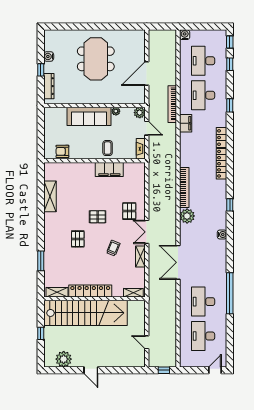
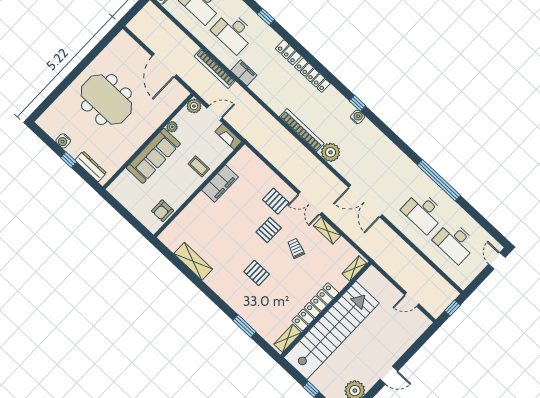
pallet: (98, 217) -> (269, 230), moved
water cooler: (222, 234) -> (357, 117), moved

